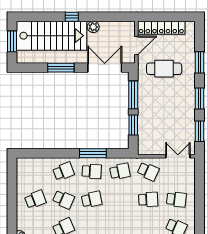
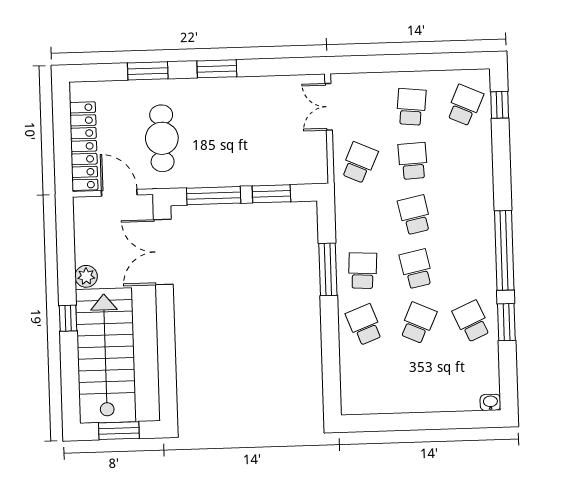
window: (61, 68) -> (166, 336), removed
window: (199, 131) -> (279, 67), removed
school desk: (120, 171) -> (415, 215), moved
school desk: (35, 199) -> (420, 377), removed

